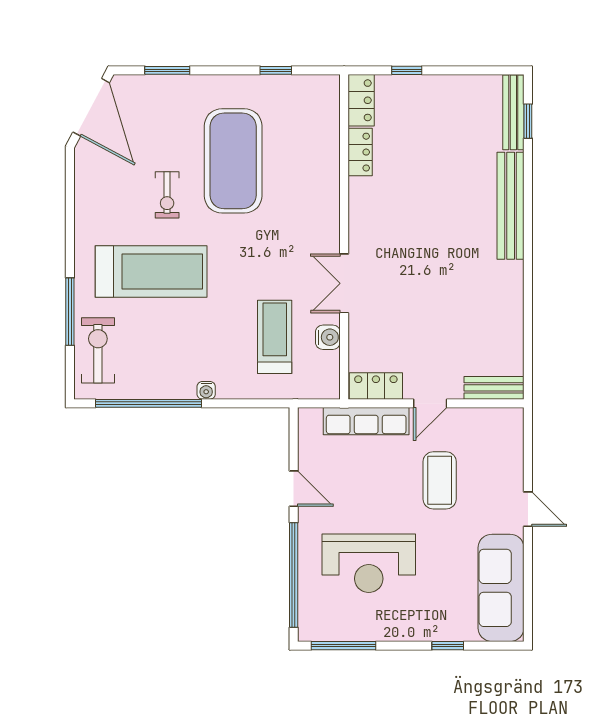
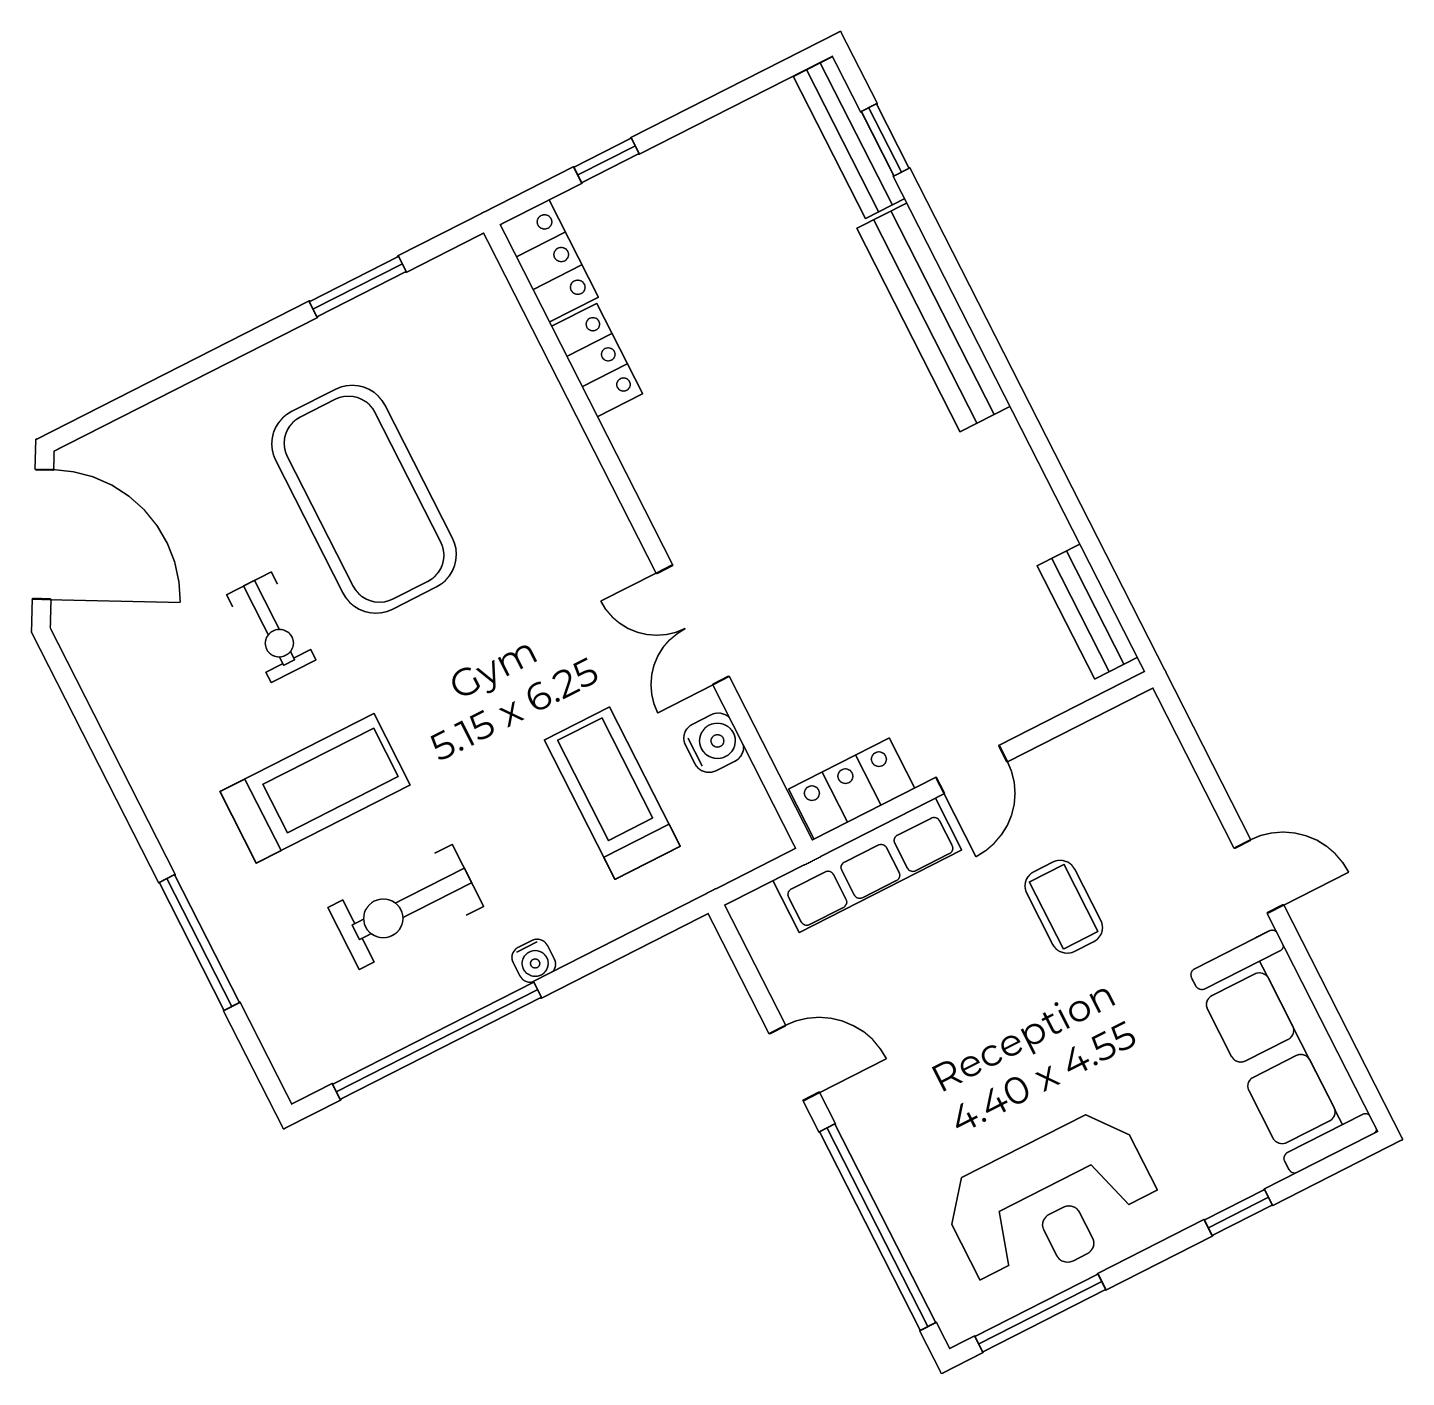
window: (167, 70) -> (152, 391), removed
window: (276, 70) -> (358, 287), width x1.50
treadmill: (151, 272) -> (315, 788), width x0.73, depth x0.73
exercise bike: (98, 350) -> (406, 907), moved, turned -90
bench: (494, 388) -> (1088, 611), moved, turned 90
coffee table: (440, 480) -> (1064, 907), width x0.73, depth x0.77
reception desk: (369, 563) -> (1052, 1202), moved

